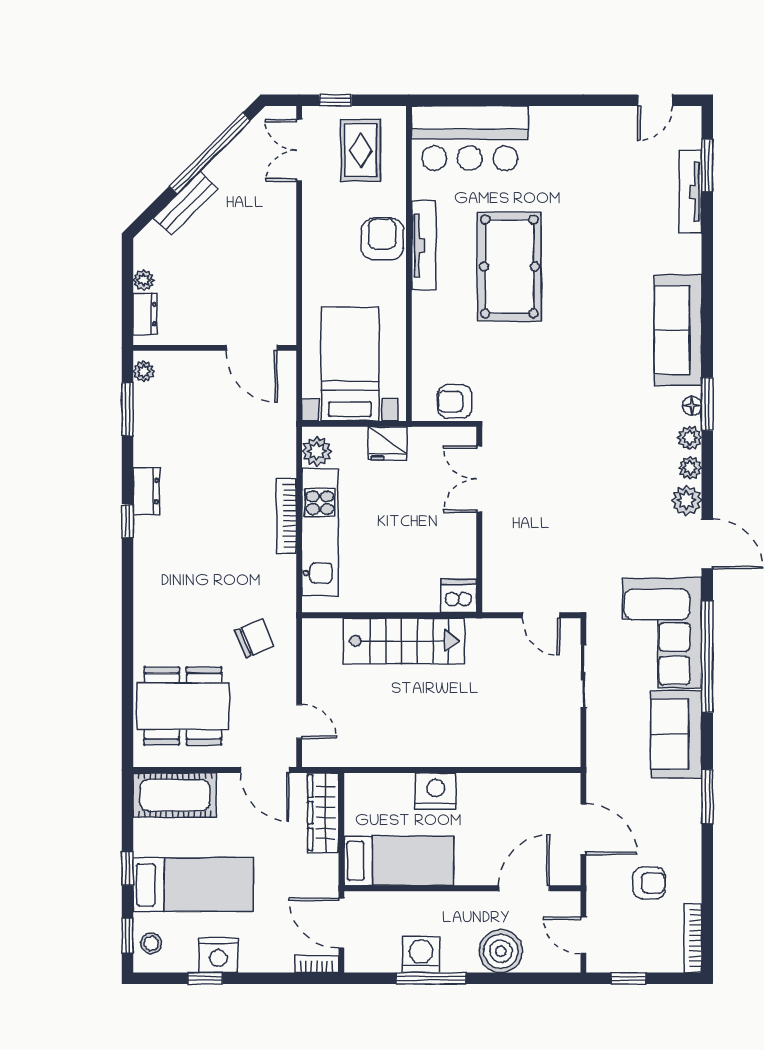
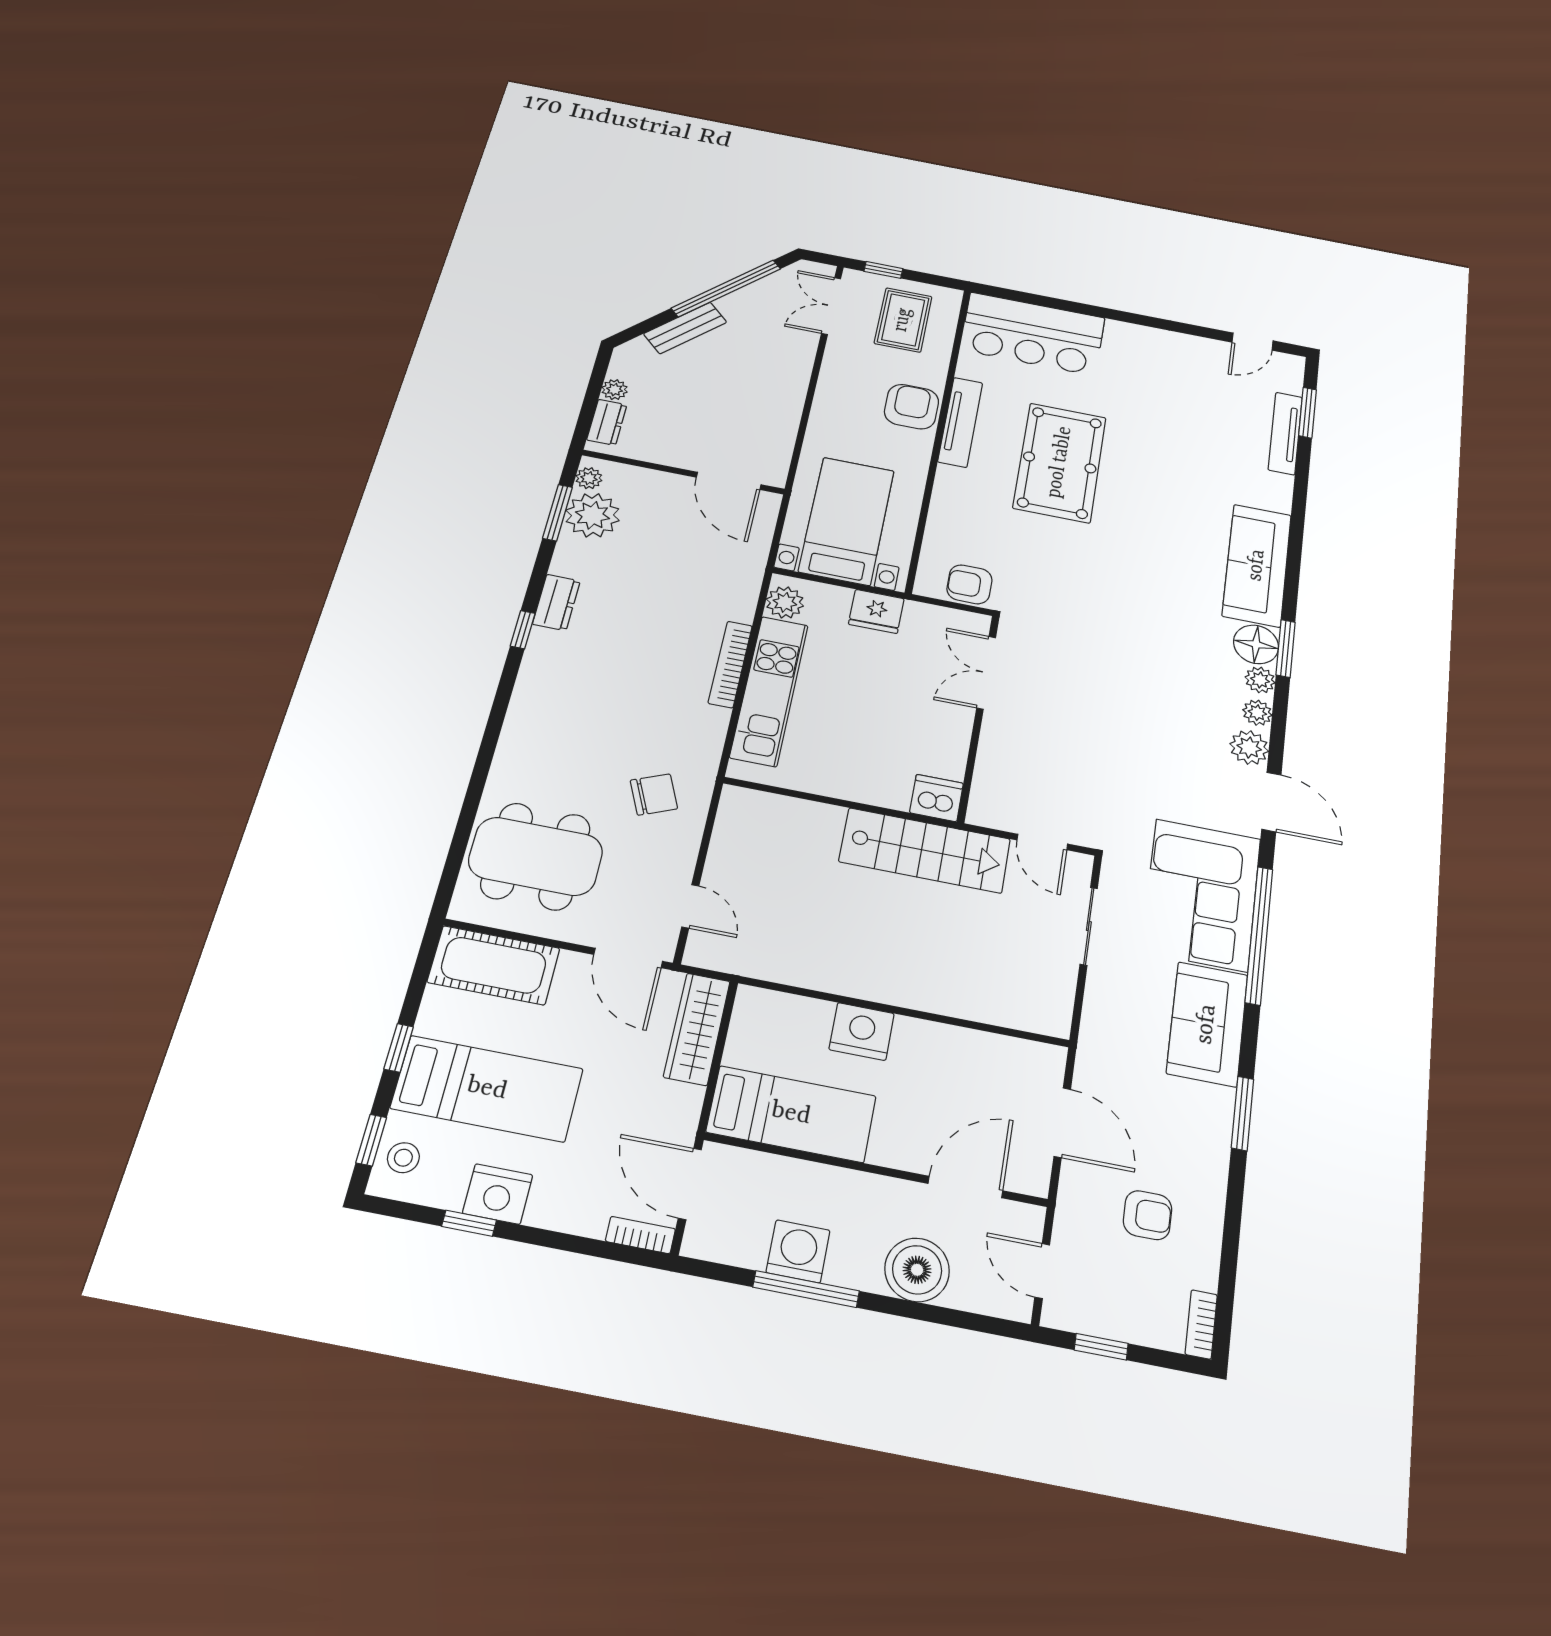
plant: (155, 406) -> (593, 515), added
floor lamp: (692, 406) -> (1256, 644), width x1.89, depth x1.89
stairs: (404, 641) -> (925, 850), moved
bookcase: (693, 938) -> (1201, 1324), width x0.64

